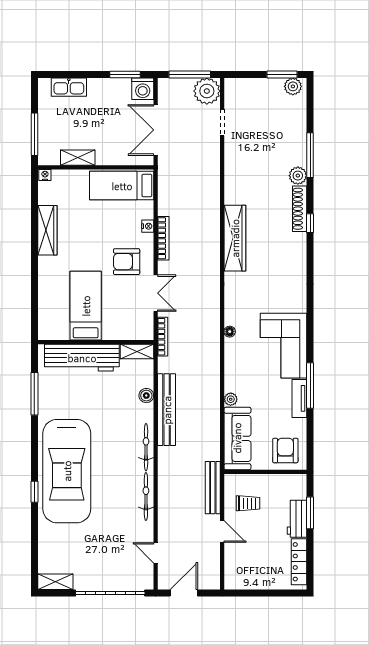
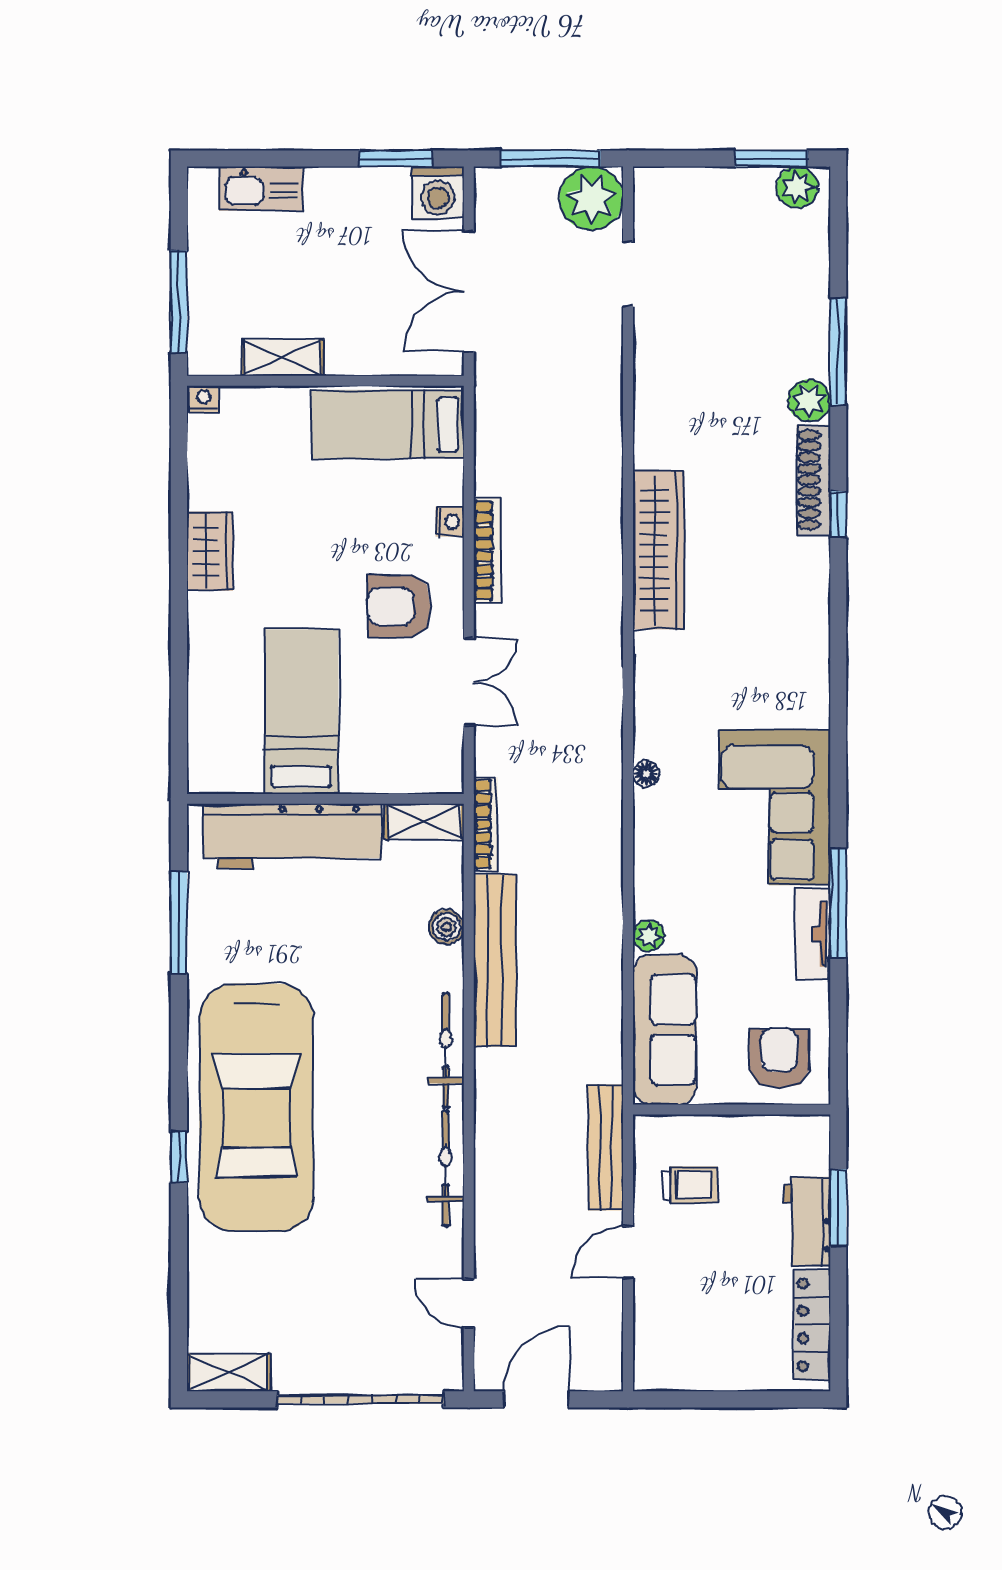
wardrobe: (47, 230) -> (210, 551), width x0.67
bookcase: (163, 337) -> (486, 824), moved
door: (222, 531) -> (628, 1252), swing flipped

